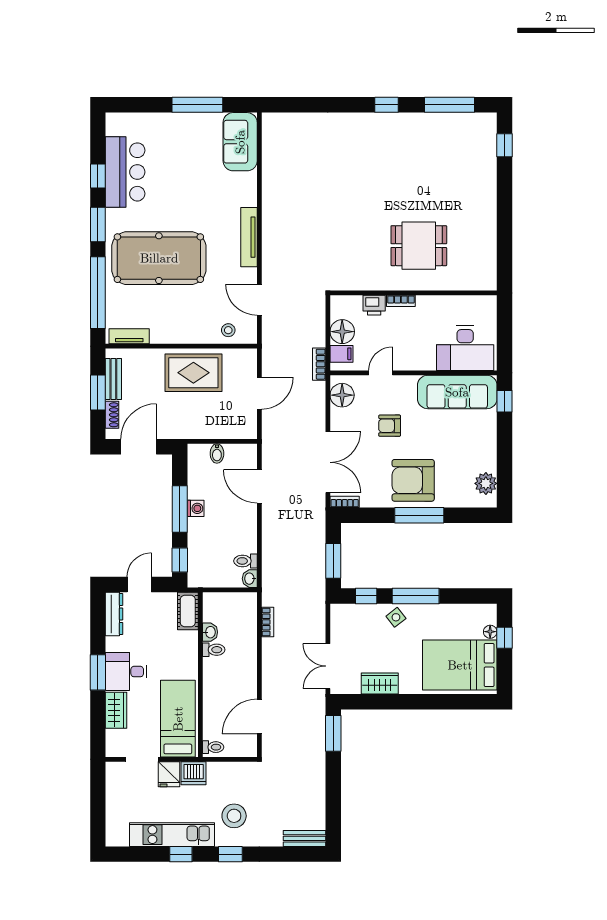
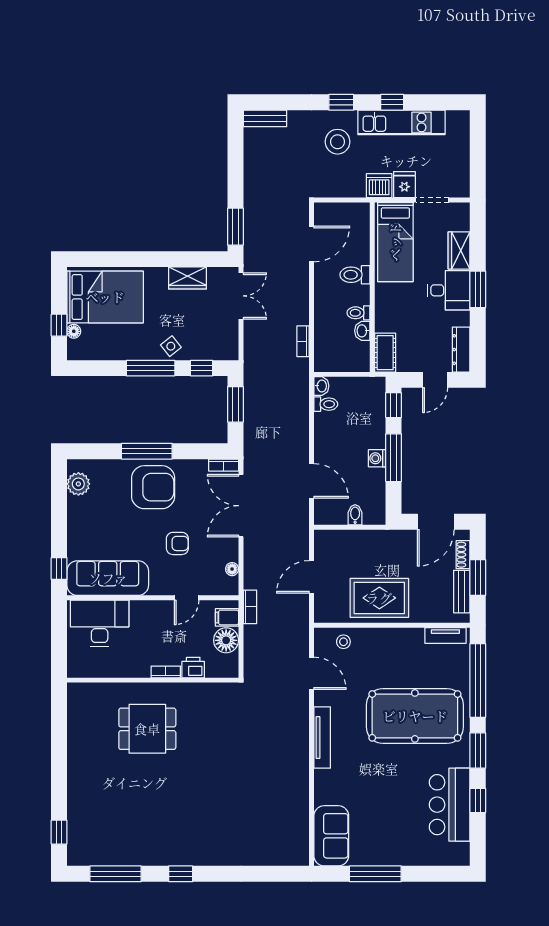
floor lamp: (342, 395) -> (232, 569), width x0.53, depth x0.53
toilet: (213, 747) -> (355, 275), moved, width x1.37, depth x1.39

